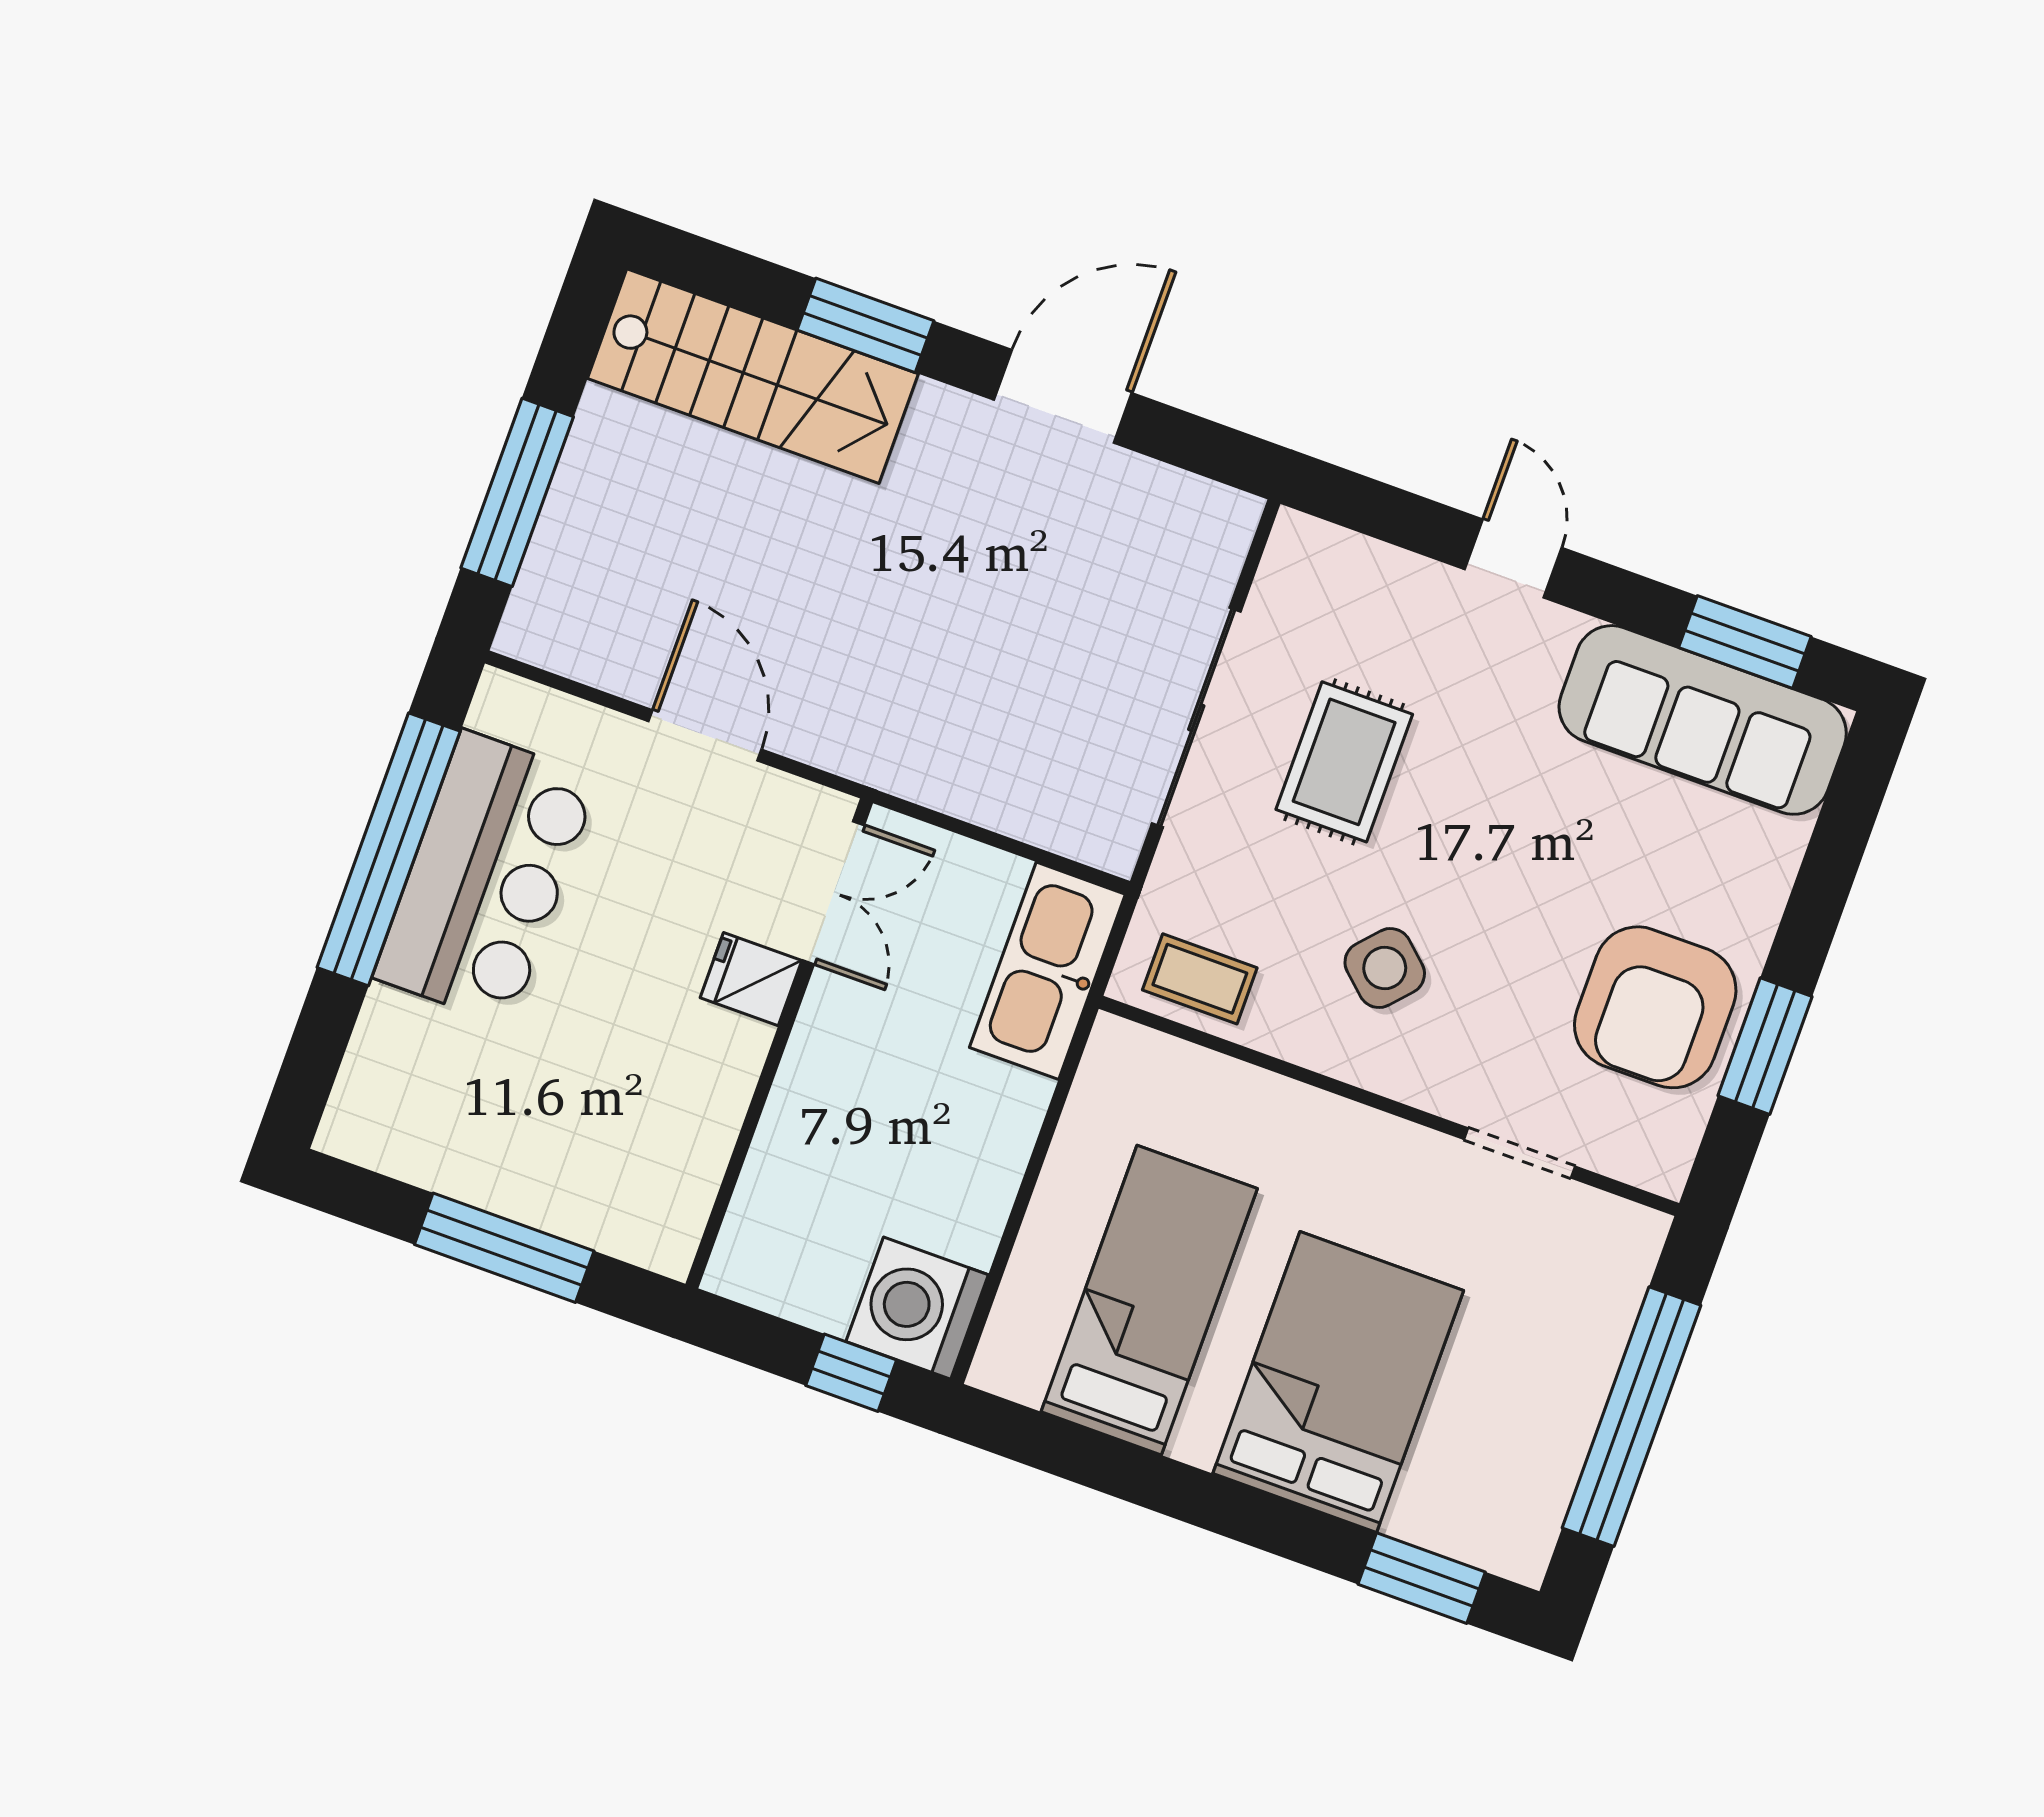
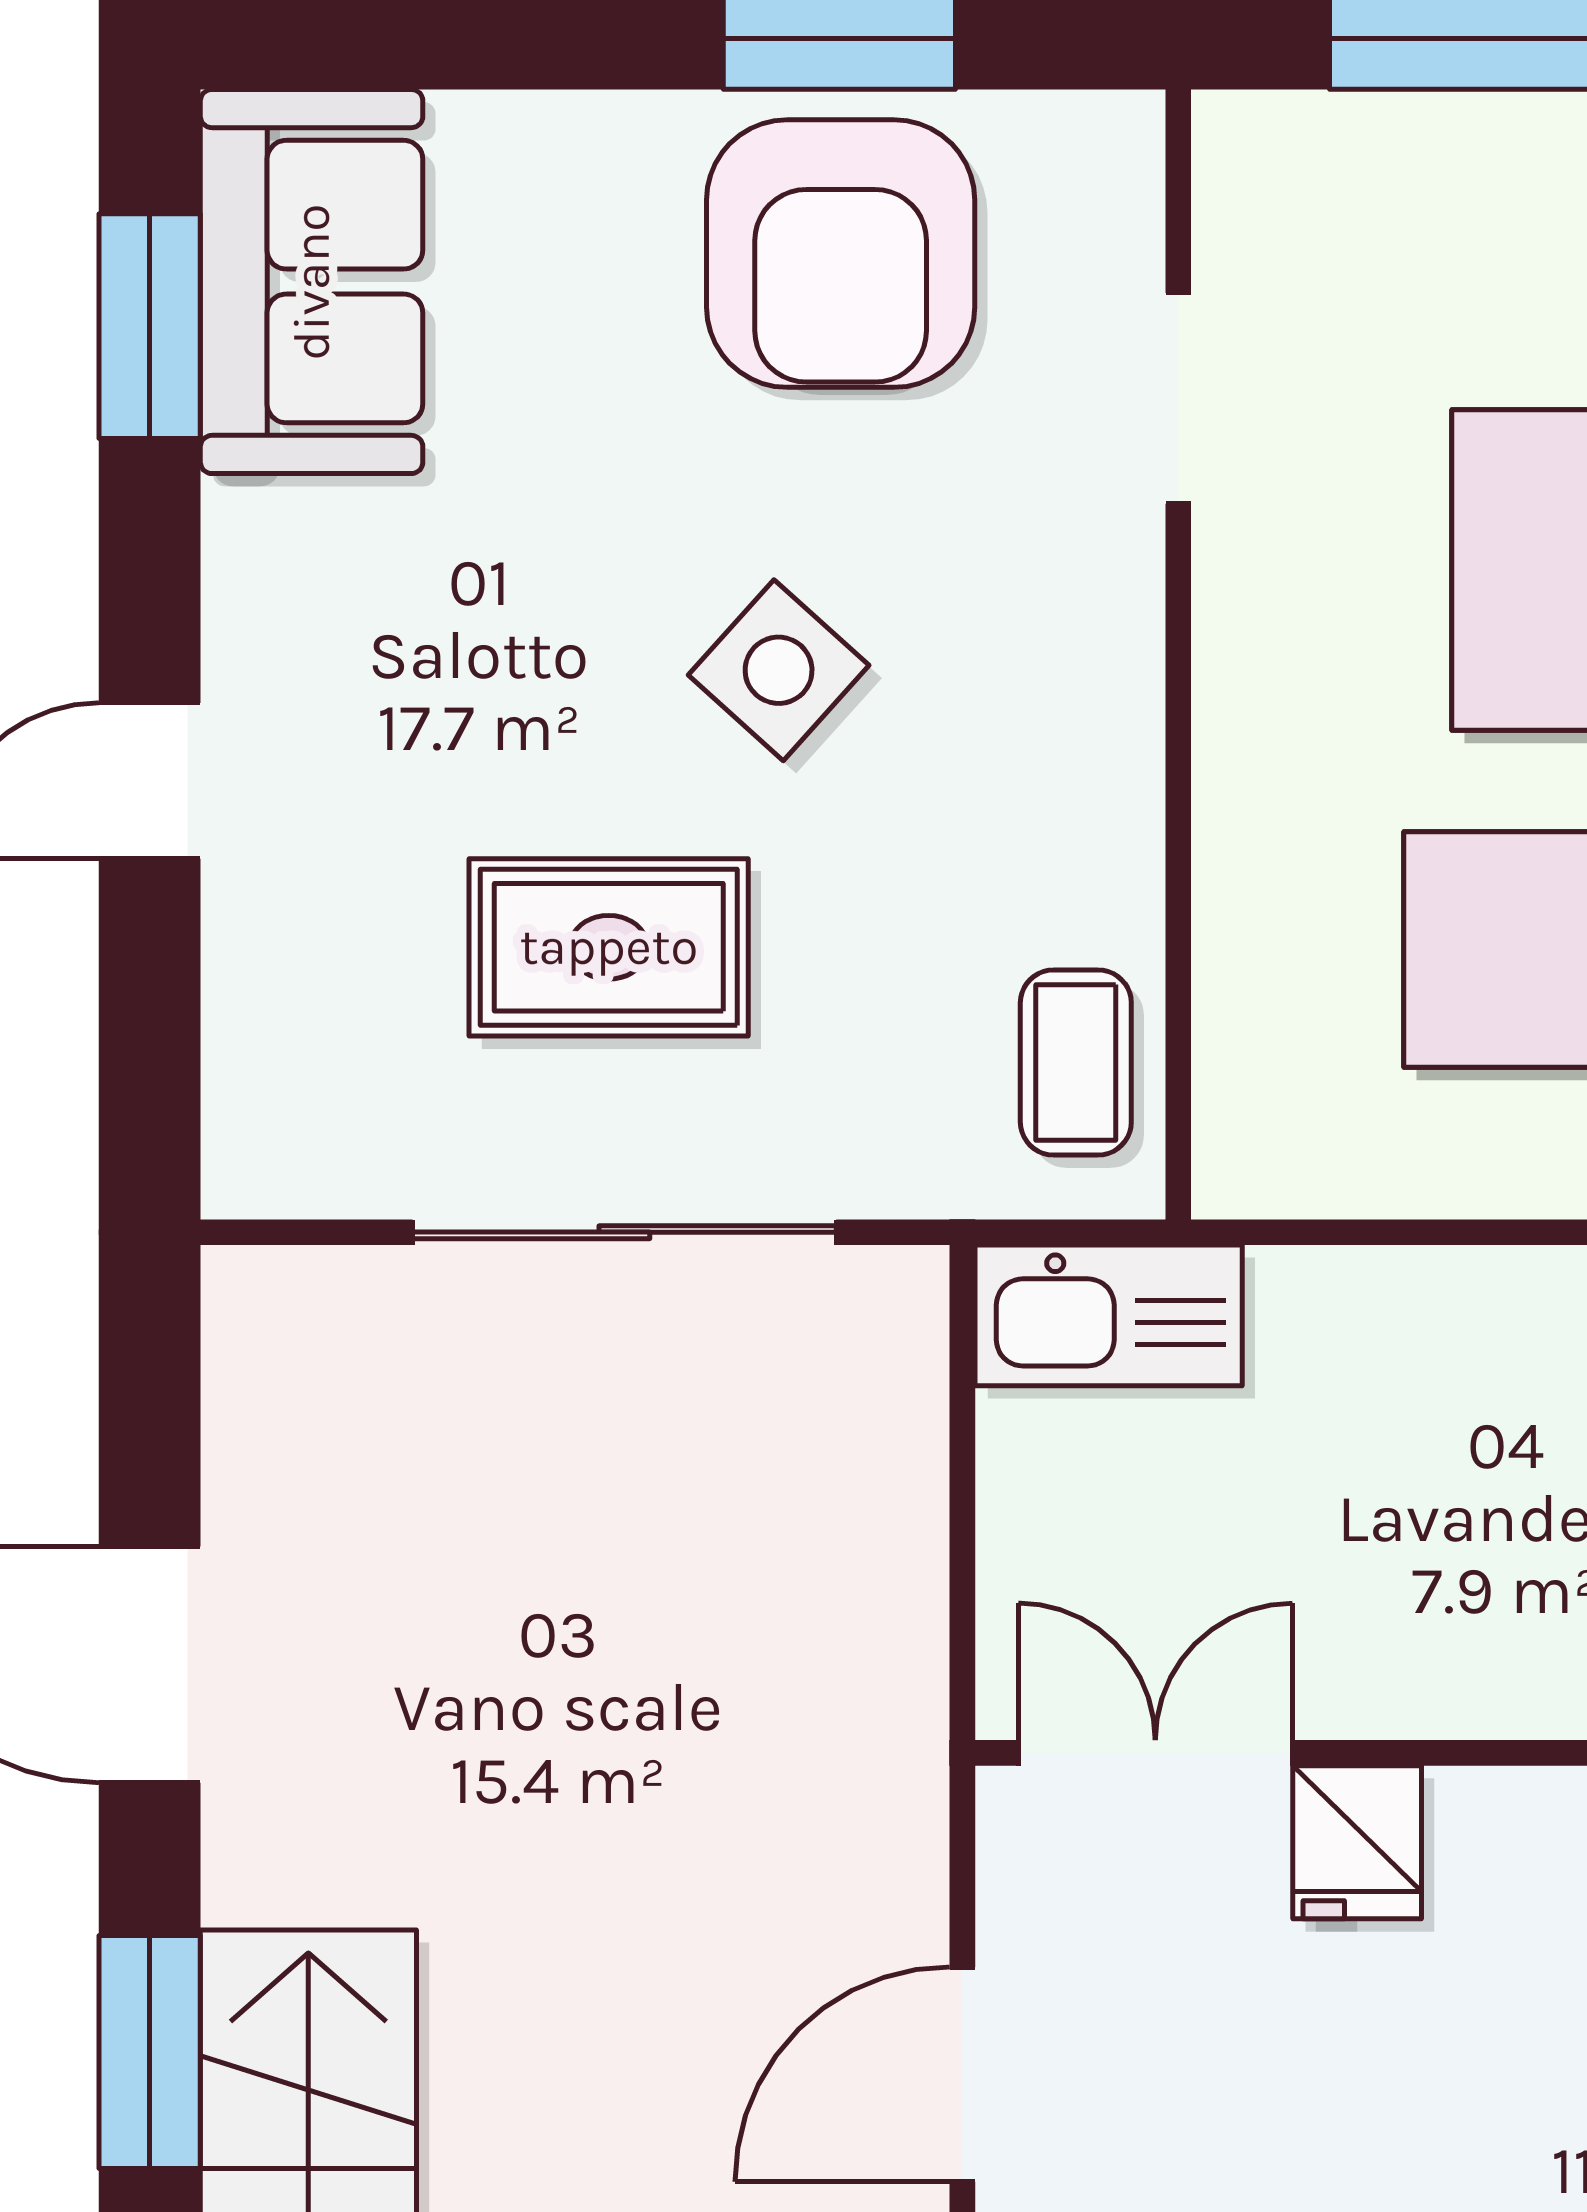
sofa: (1703, 720) -> (312, 282), width x0.73
side table: (1385, 968) -> (779, 670), moved
kitchen sink: (1047, 971) -> (1109, 1315), width x0.73, depth x0.81
armchair: (1655, 1007) -> (841, 254), turned 90

